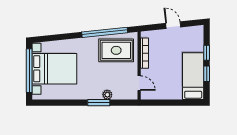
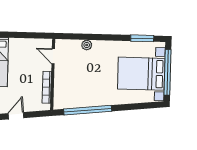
door: (173, 25) -> (16, 116), swing flipped
rug: (116, 50) -> (76, 91), removed
window: (99, 103) -> (142, 38), moved

